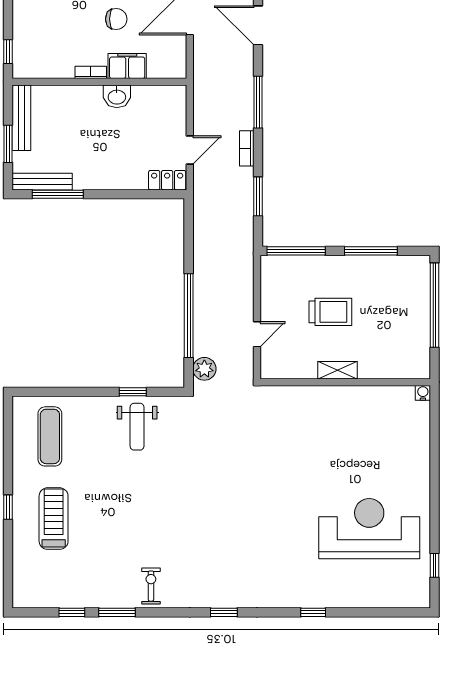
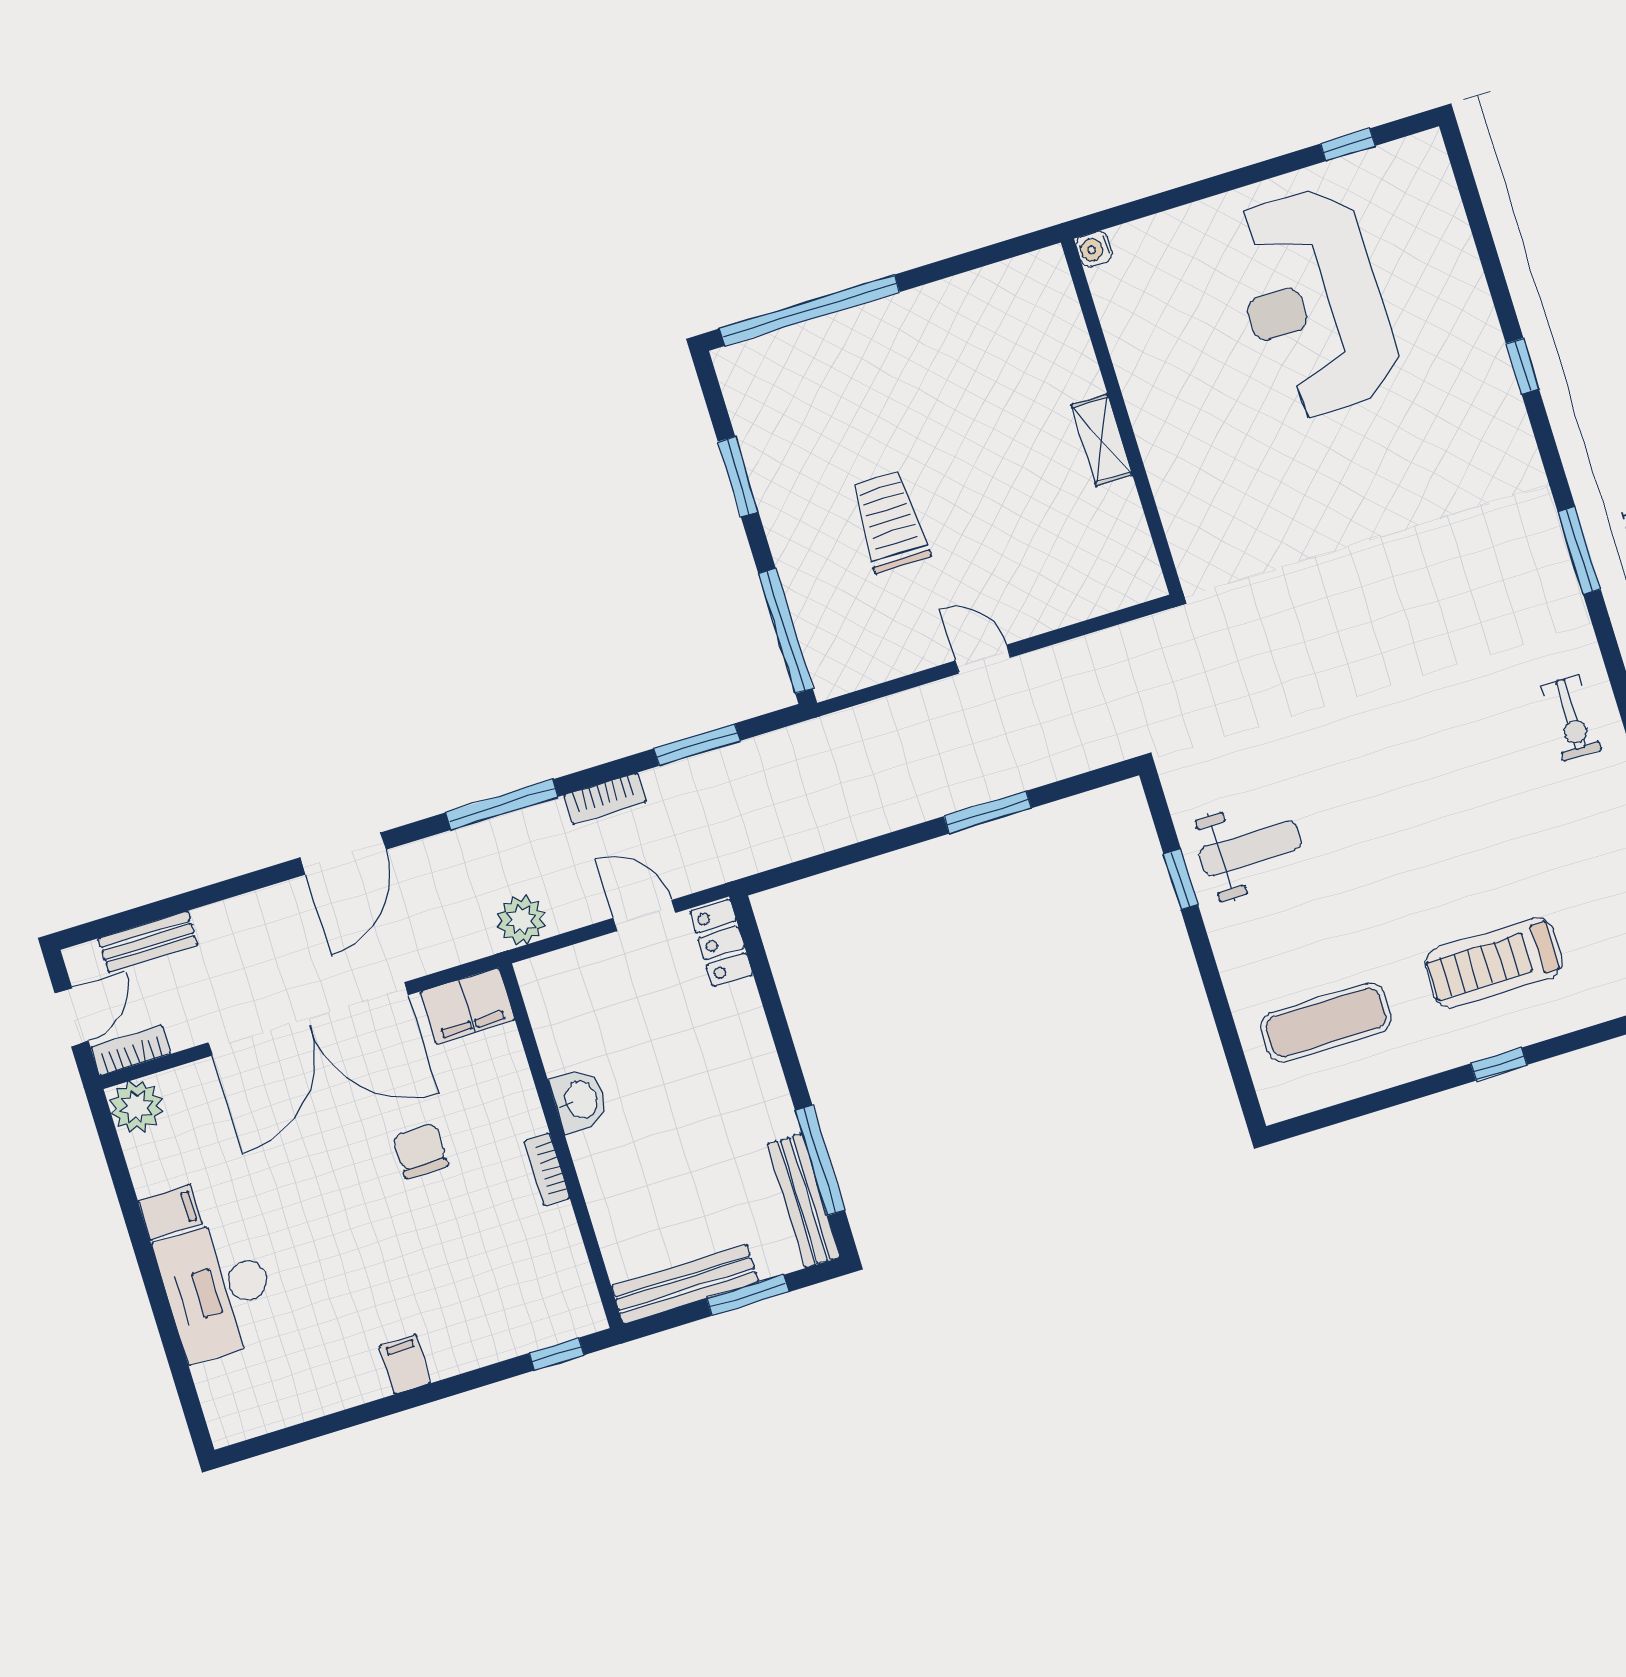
filing cabinet: (127, 66) -> (468, 1006), moved, turned -90
window: (371, 251) -> (738, 477), width x0.69
window: (189, 316) -> (988, 812), width x0.47
plant: (204, 369) -> (521, 920), moved
shelving: (338, 370) -> (1102, 440), moved
wall: (345, 382) -> (1122, 417), moved
water cooler: (423, 393) -> (1094, 249), moved
exercise bike: (151, 586) -> (1571, 718), turned -90
window: (224, 612) -> (1579, 551), width x1.50

